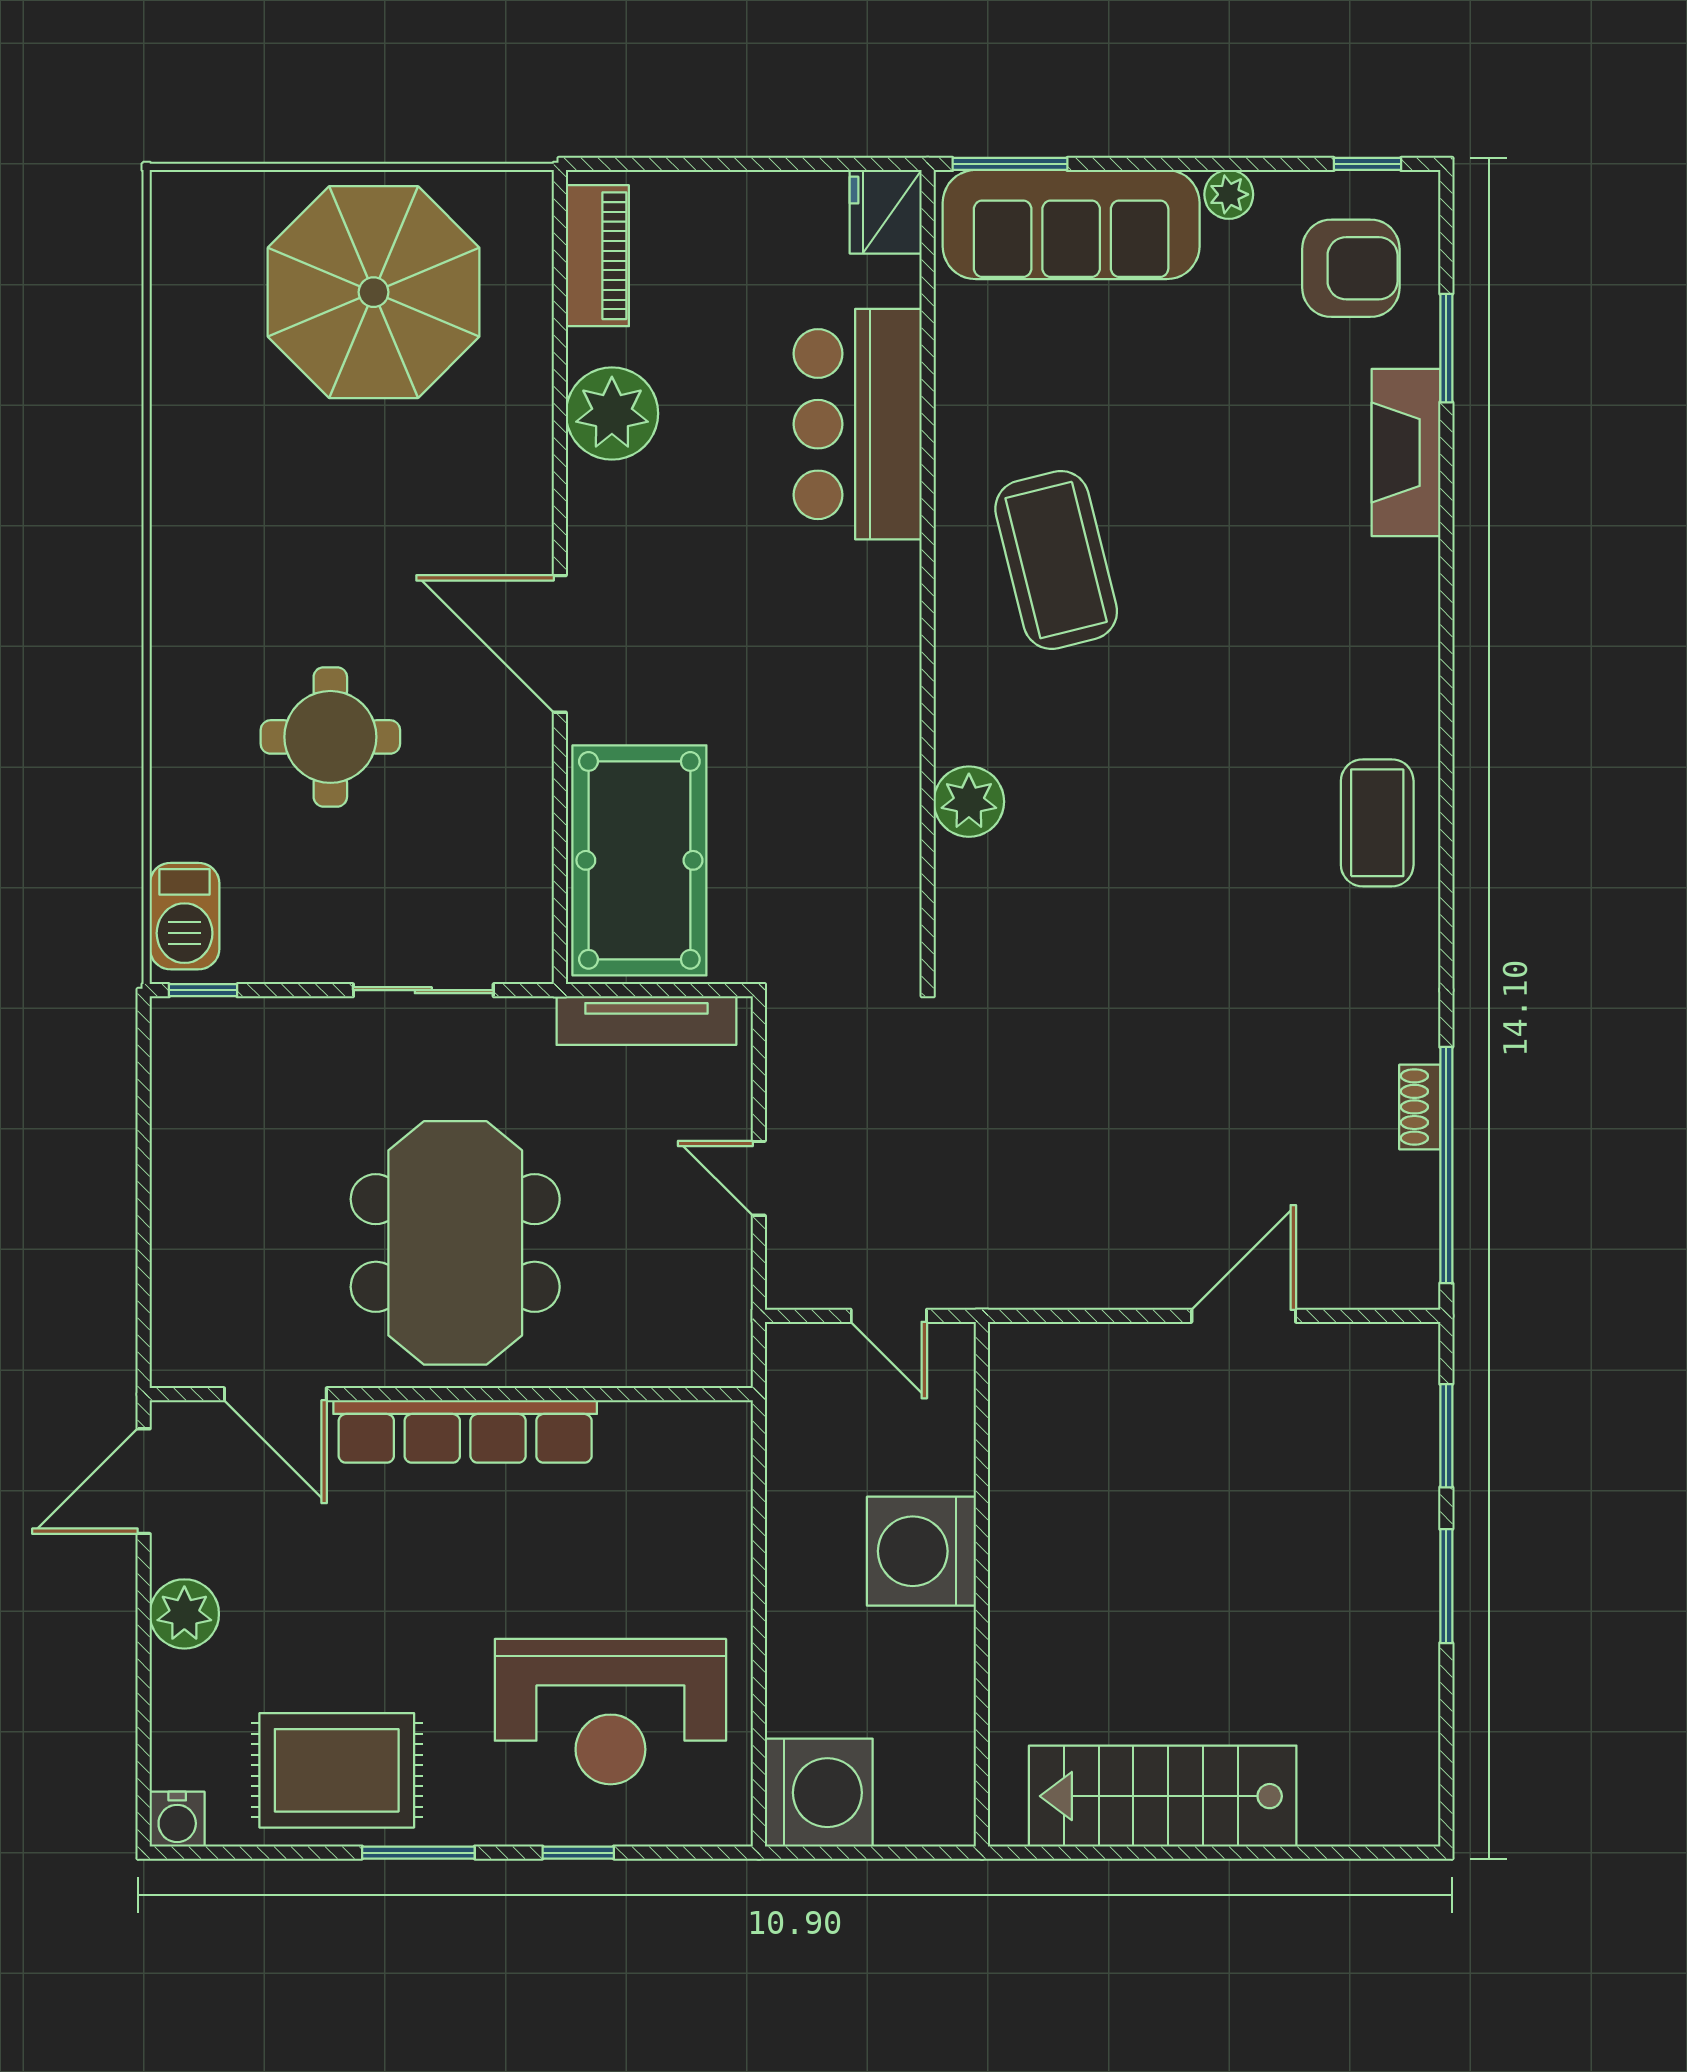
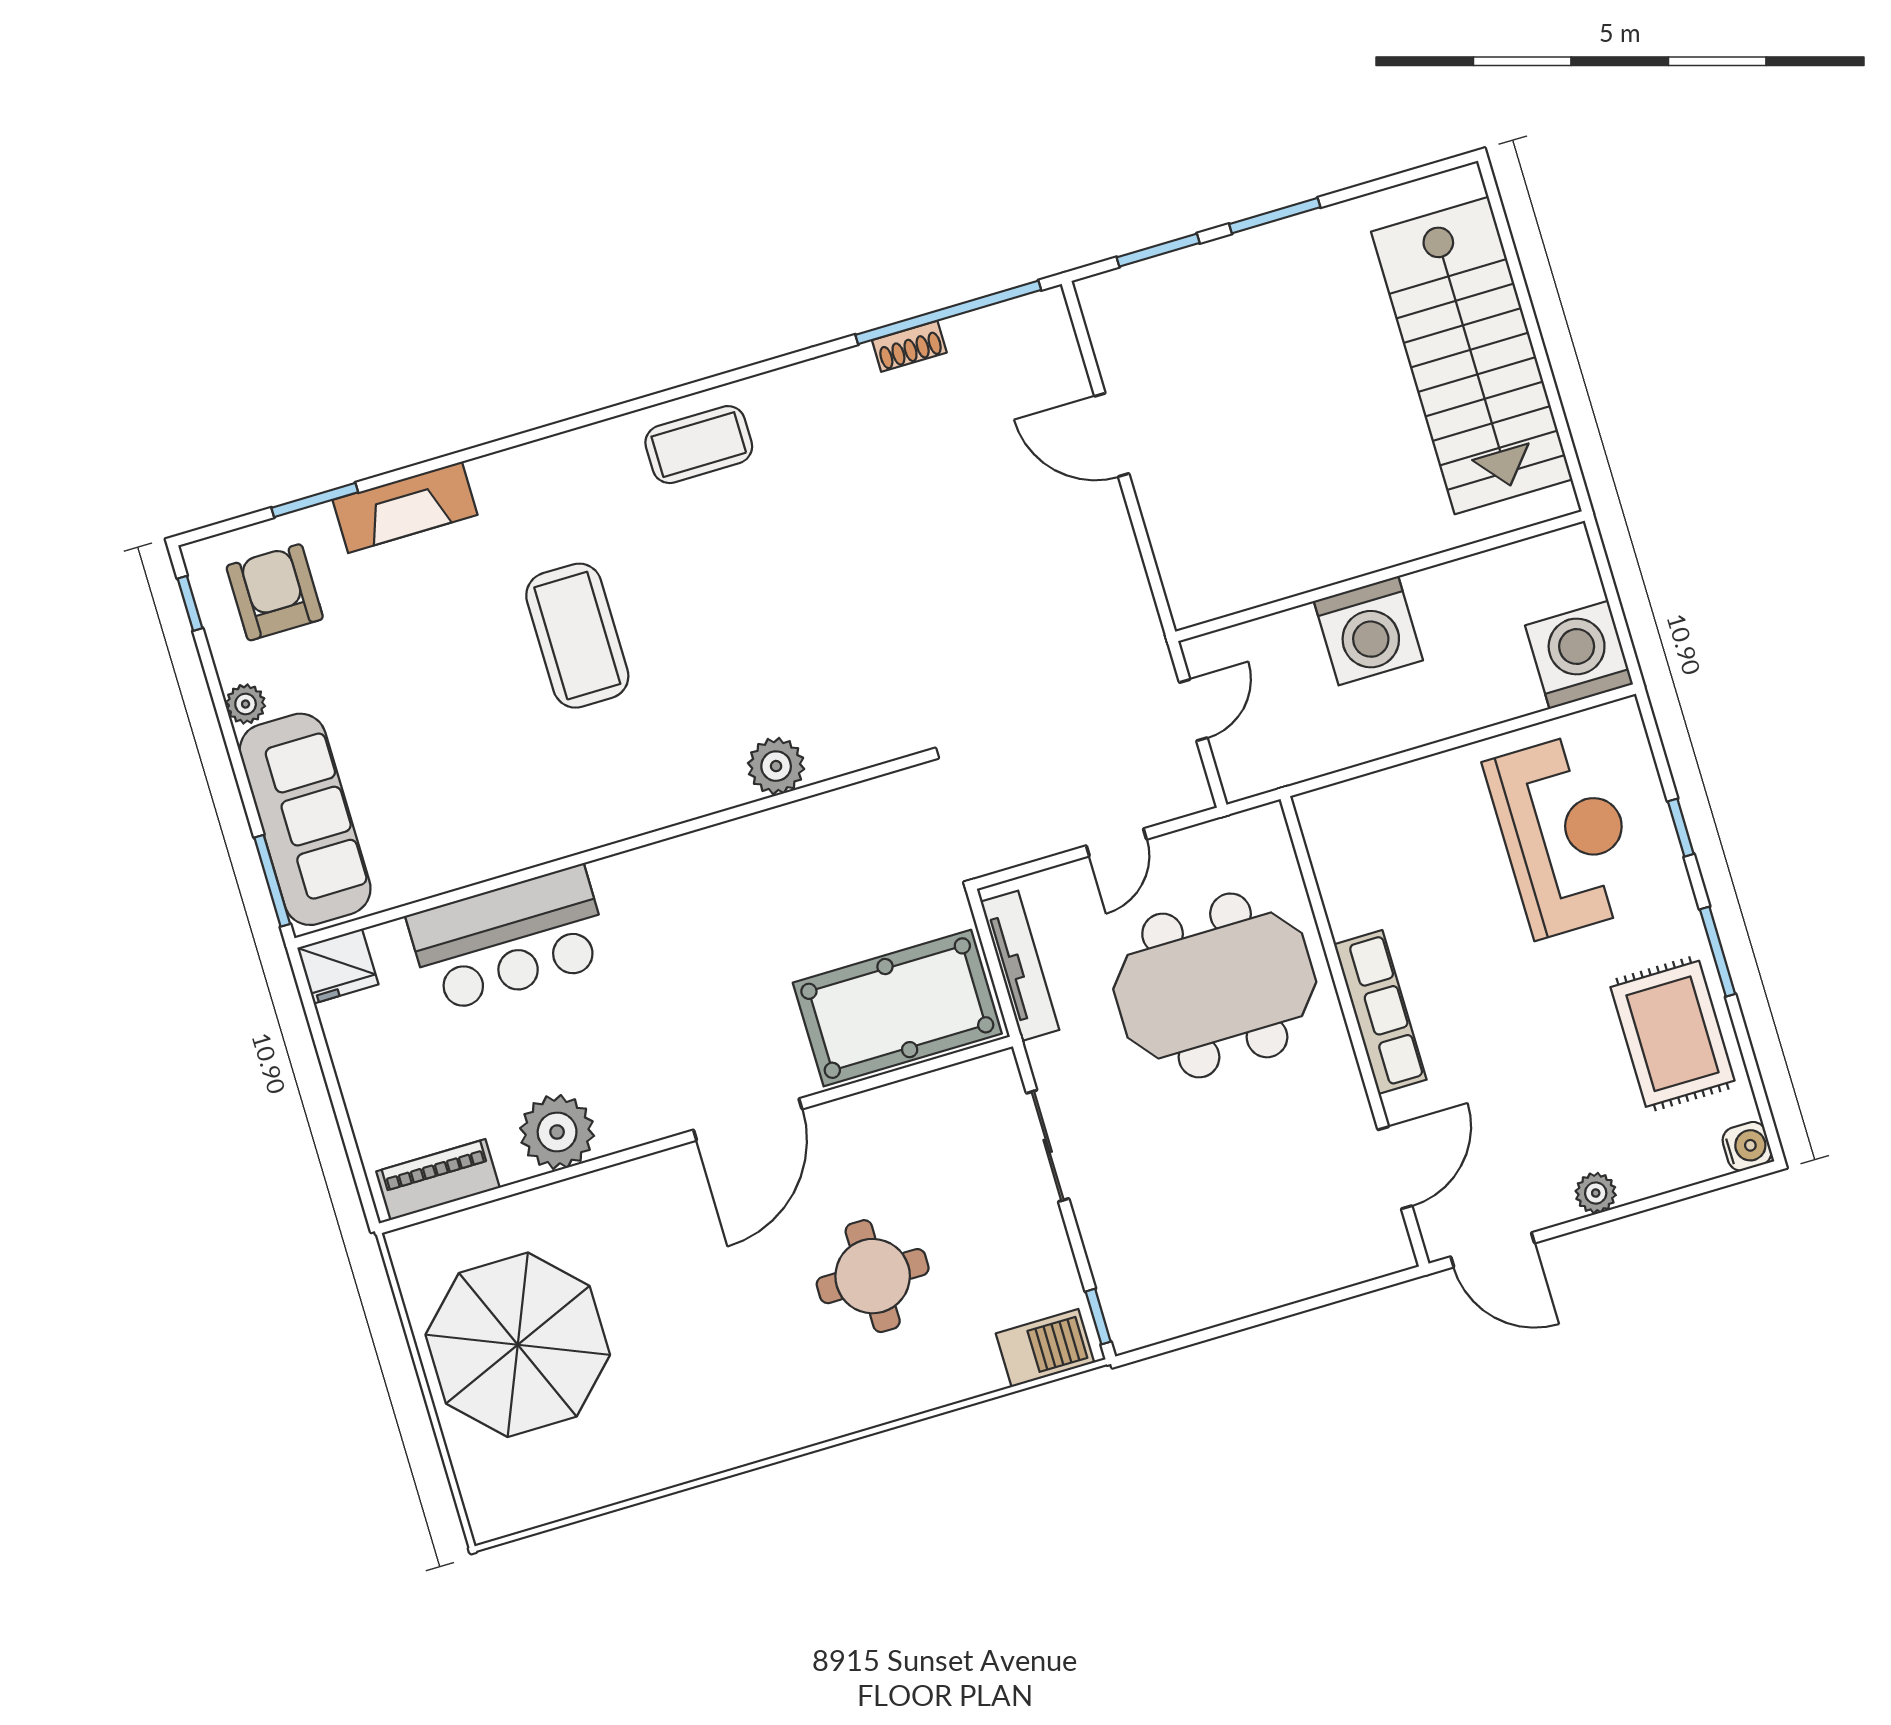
coffee table: (1056, 560) -> (577, 636), moved, turned -76
meeting table: (455, 1243) -> (1215, 985), moved
row of seats: (465, 1431) -> (1380, 1012), width x0.73
plant: (184, 1614) -> (1596, 1193), width x0.73, depth x0.73
stairs: (1163, 1796) -> (1472, 356), width x1.36, depth x1.51

